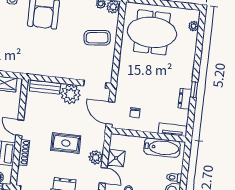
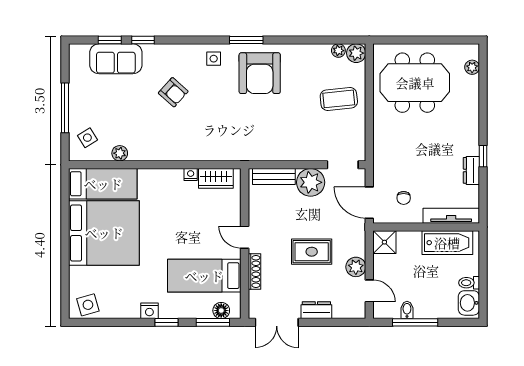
tv unit: (173, 130) -> (451, 216), width x1.41
shower: (116, 158) -> (384, 242), moved

